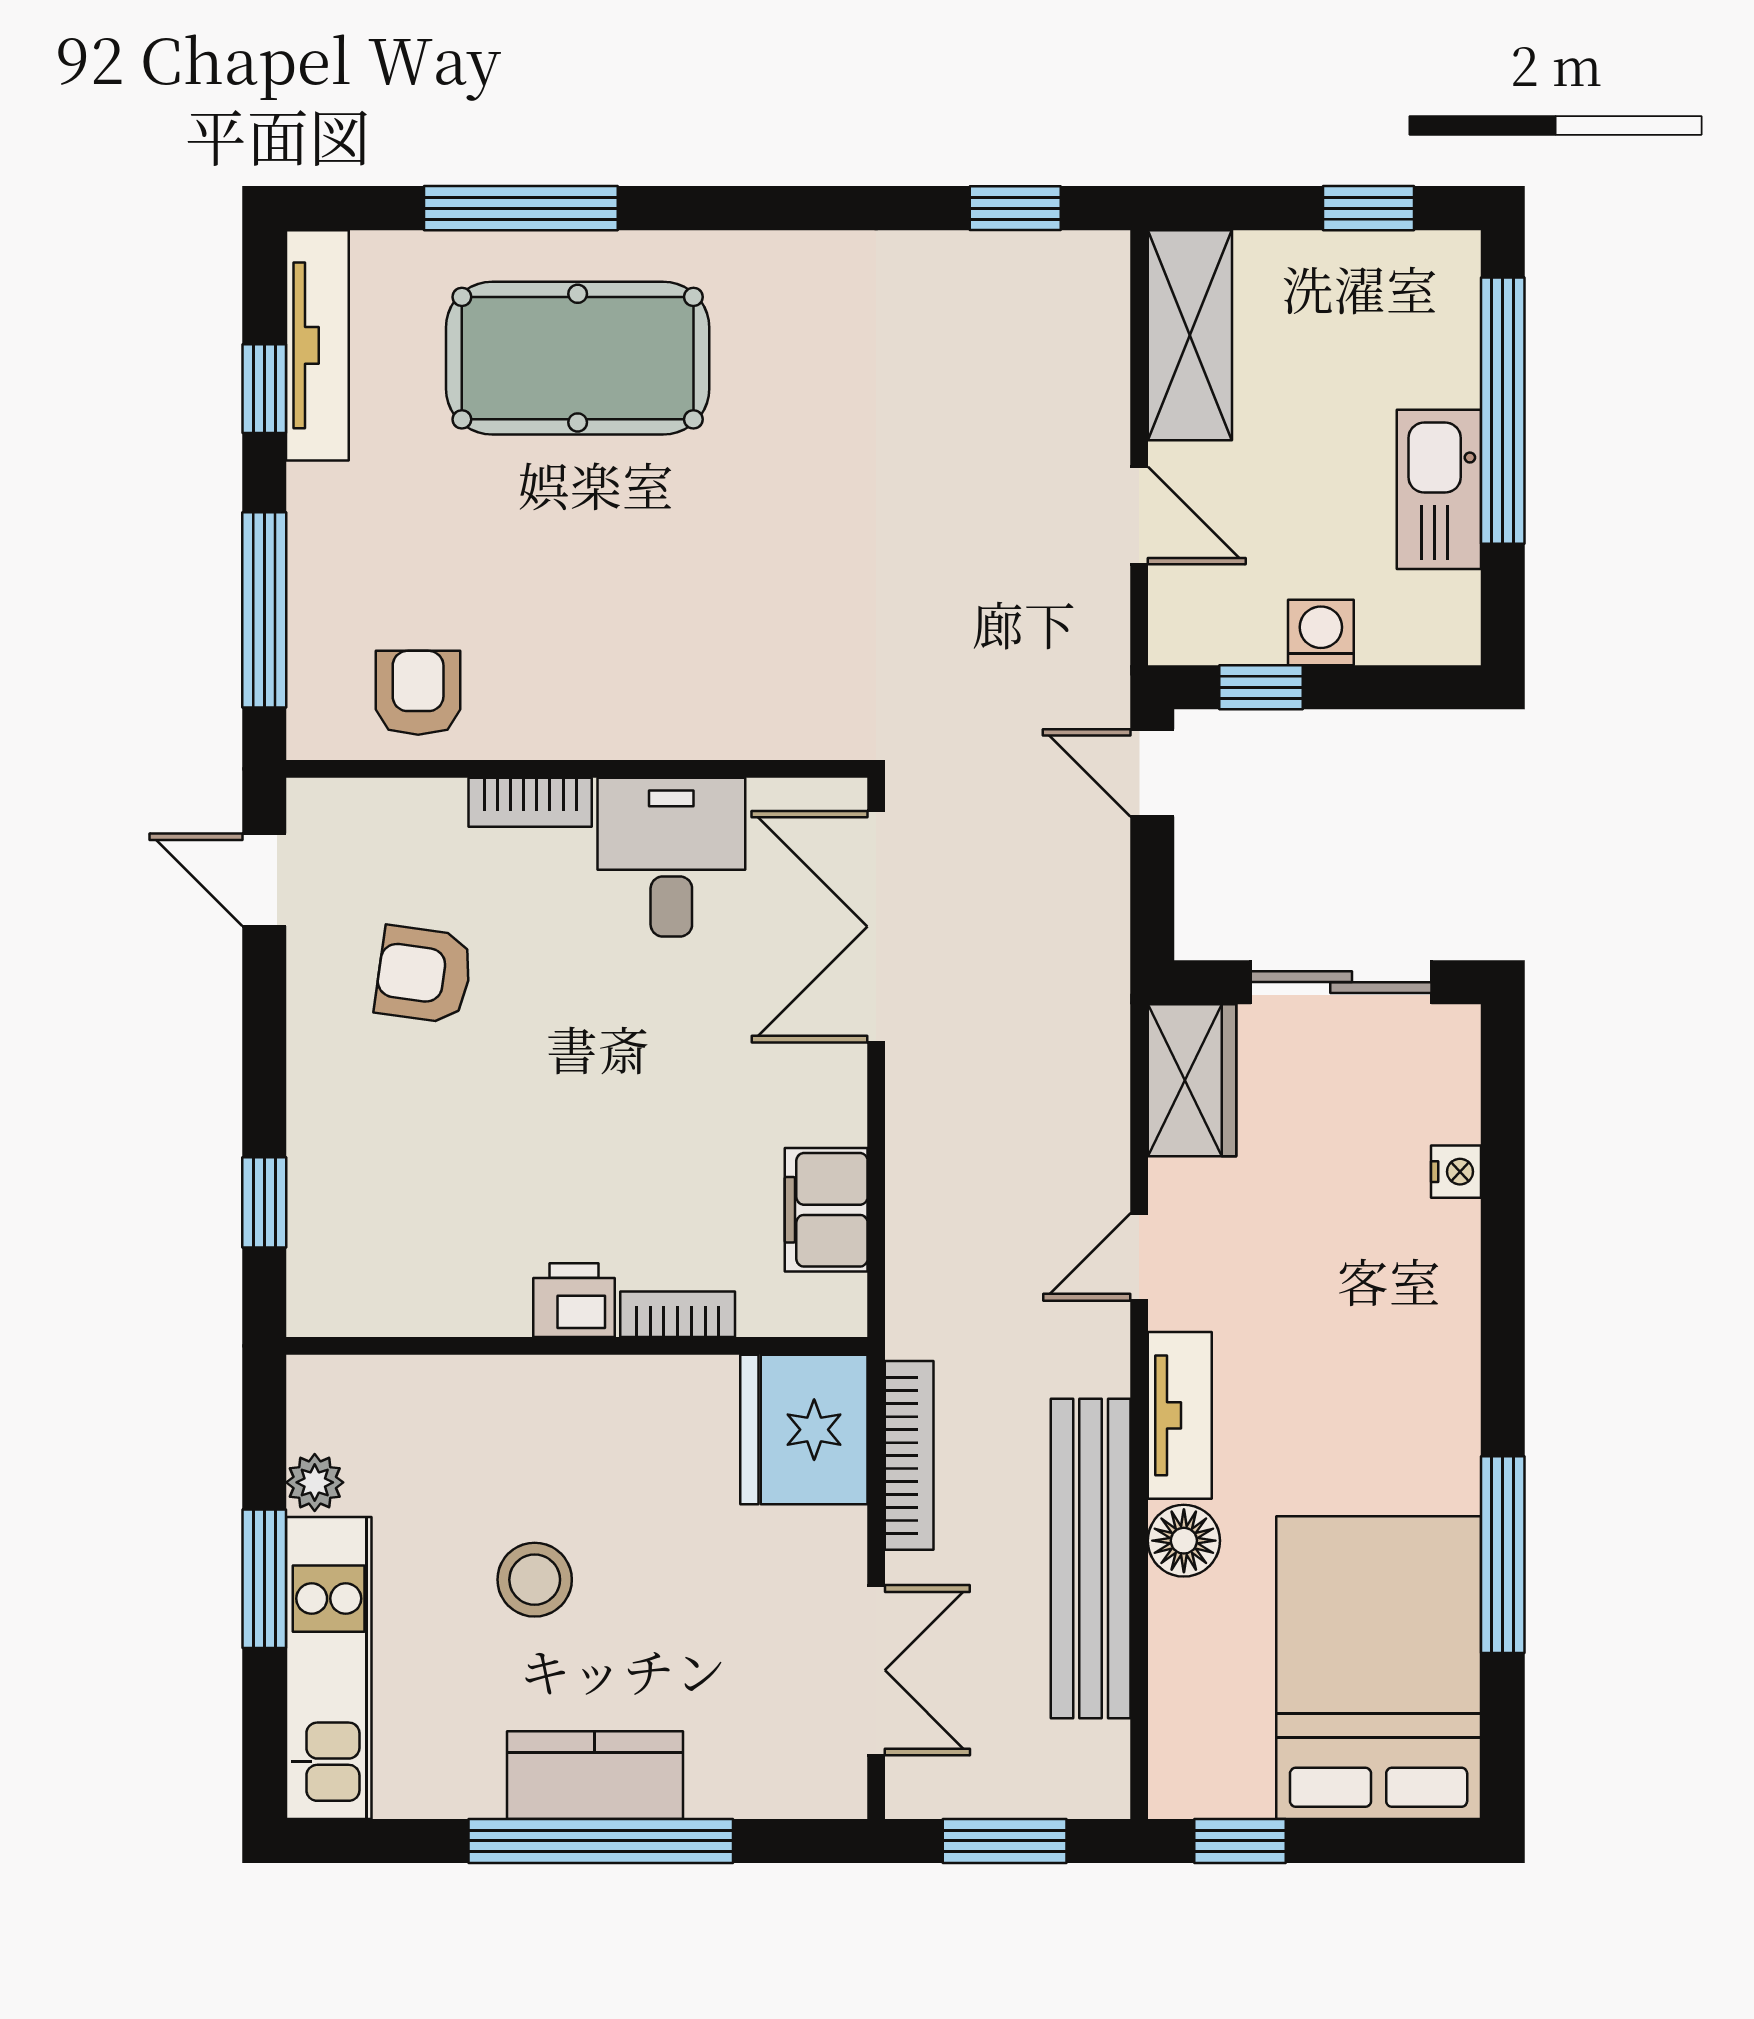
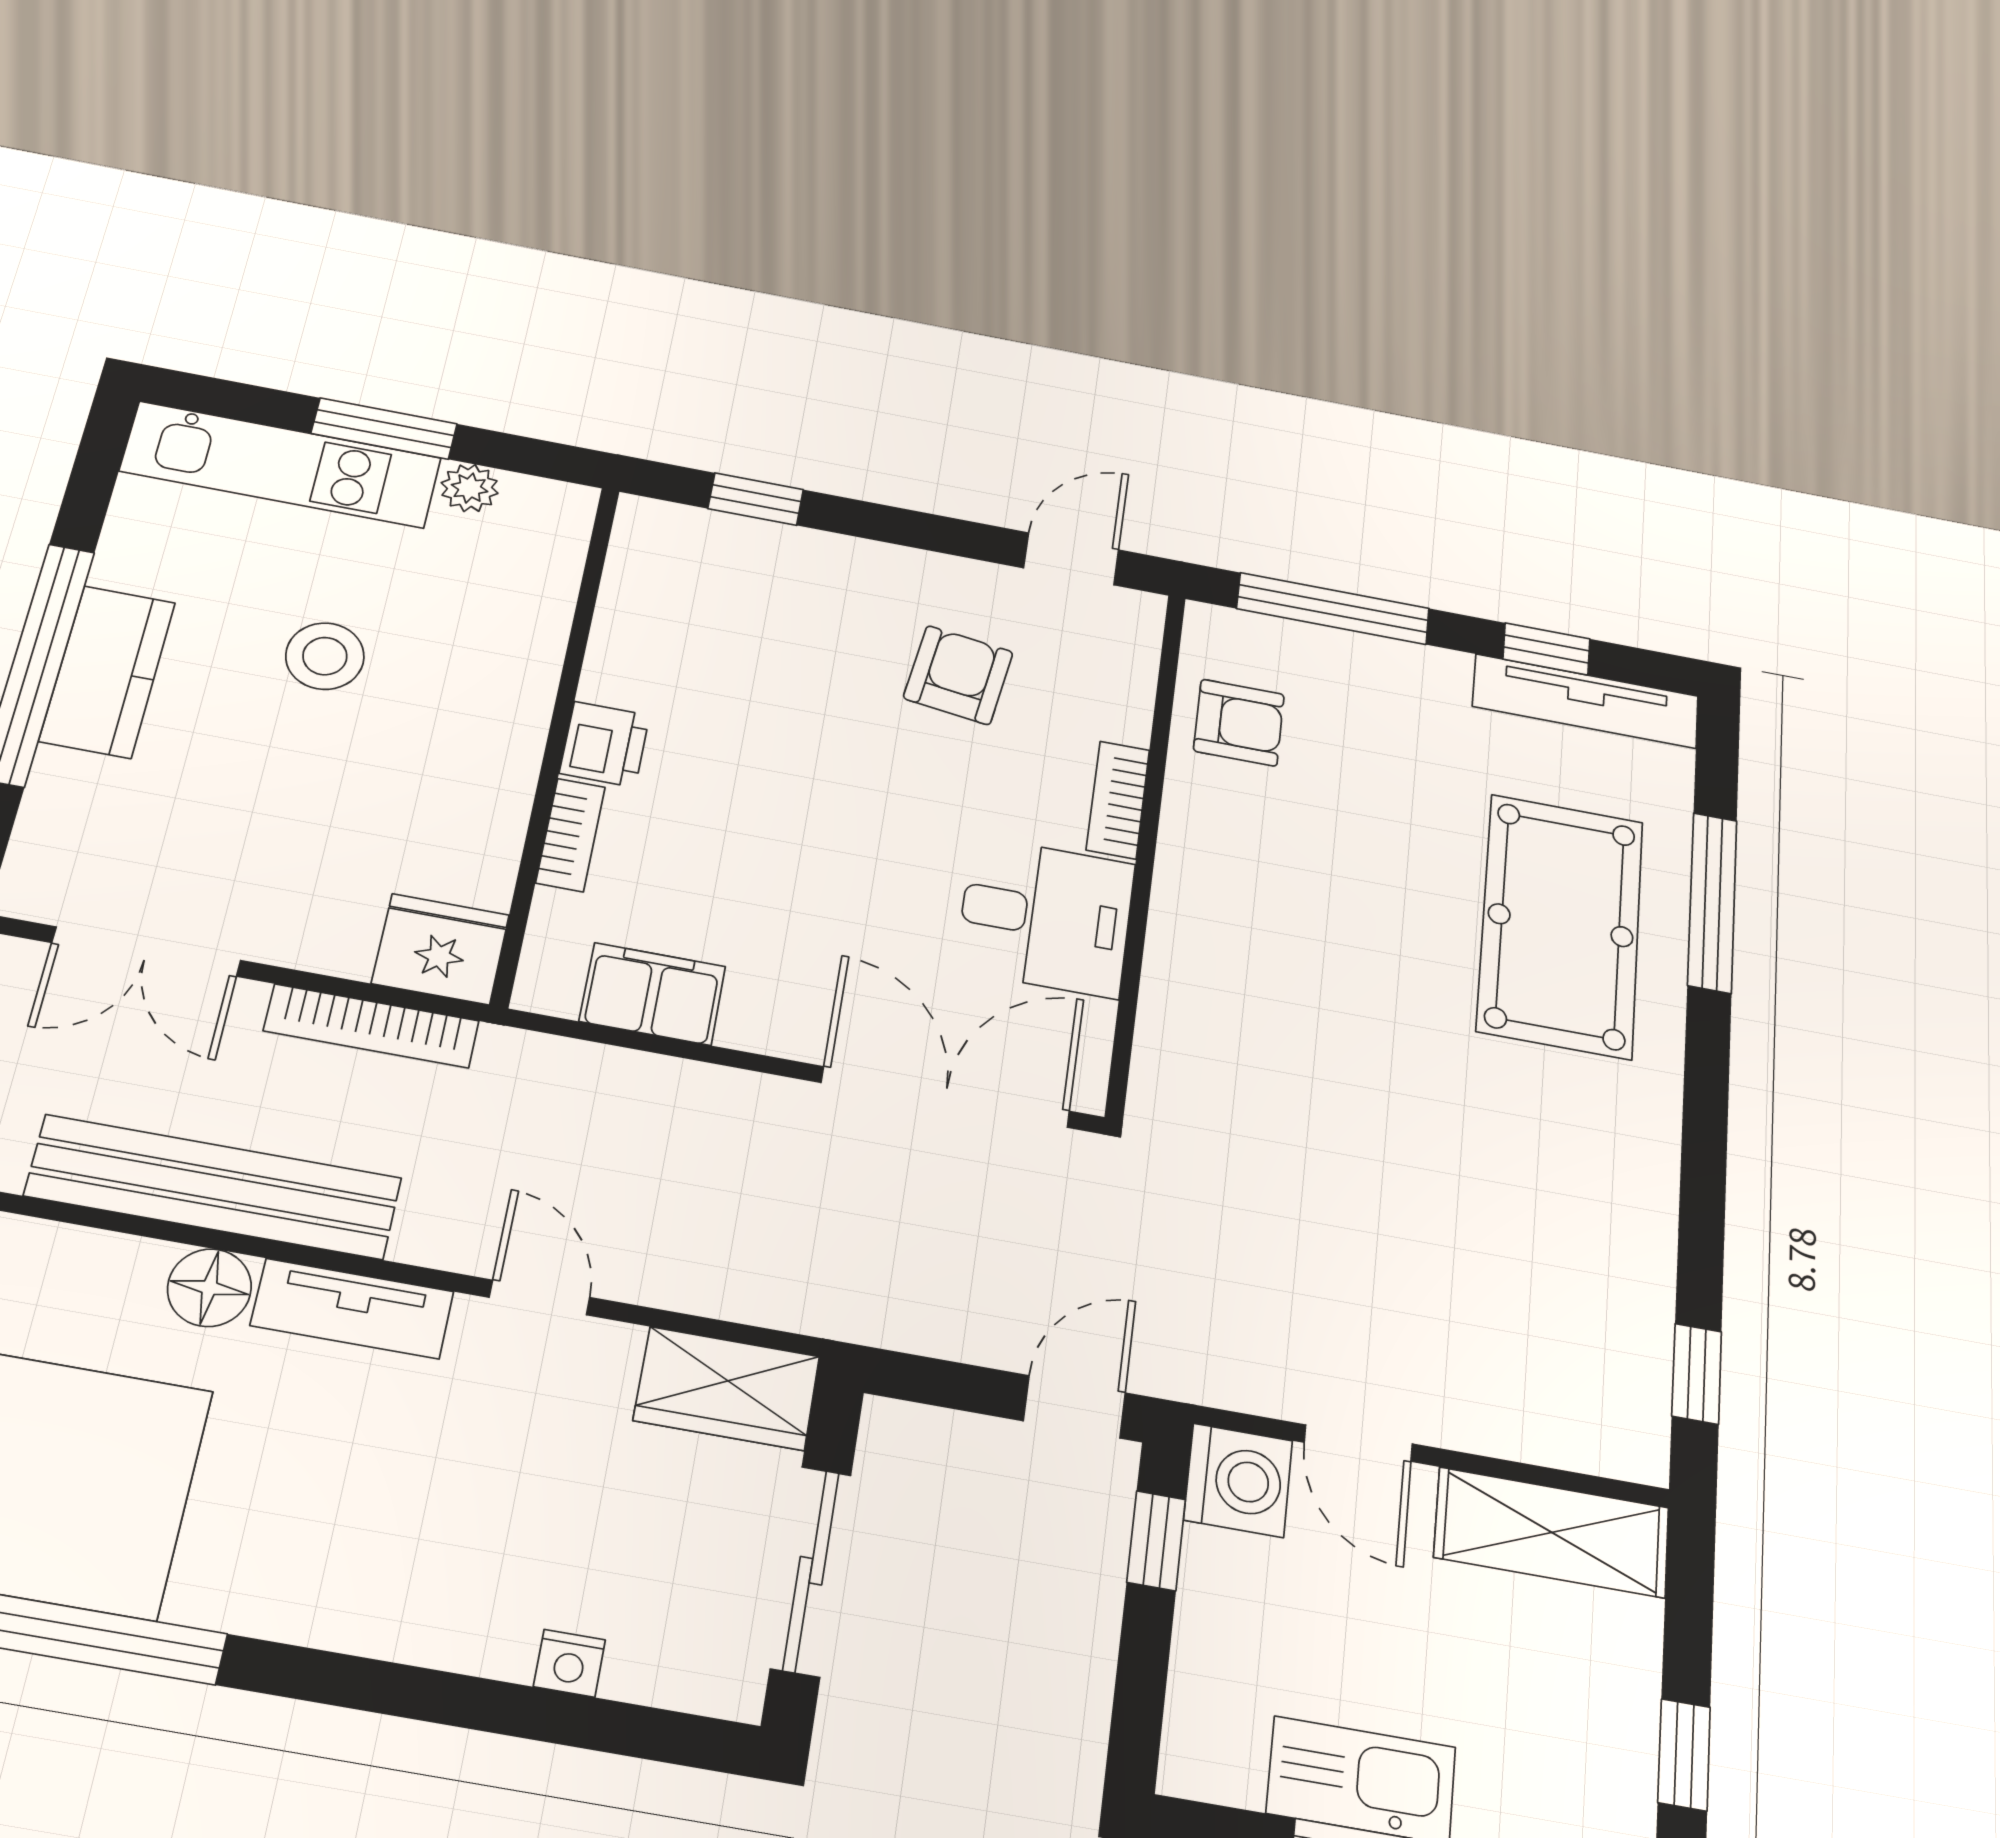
door: (1139, 515) -> (1358, 1443), hinge flipped
washing machine: (1321, 632) -> (1238, 1480), moved, width x1.38, depth x1.38
fridge: (804, 1430) -> (441, 949), width x0.73, depth x0.75

